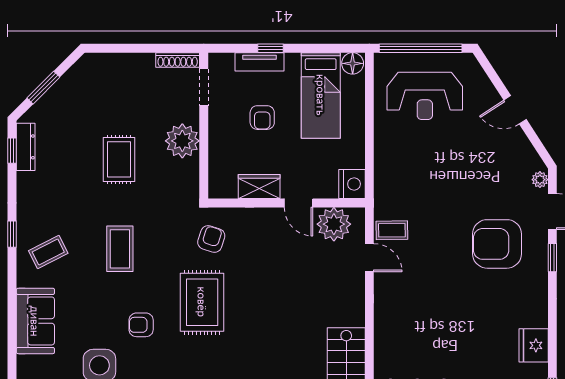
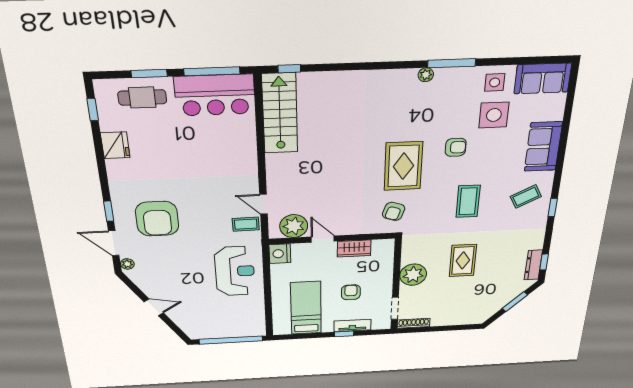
floor lamp: (353, 63) -> (282, 328), removed
reception desk: (425, 96) -> (235, 271), moved, turned 90
armchair: (497, 244) -> (157, 219), turned 90

